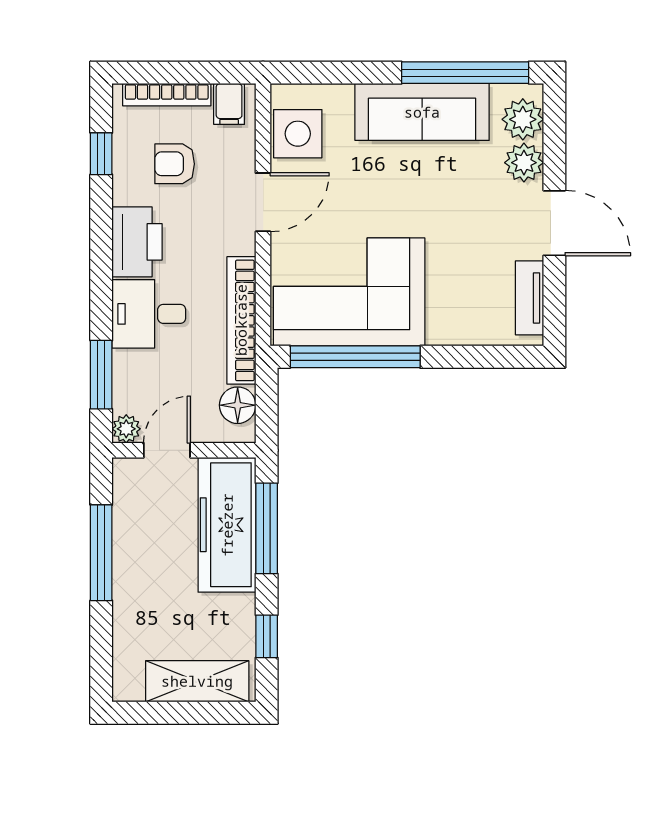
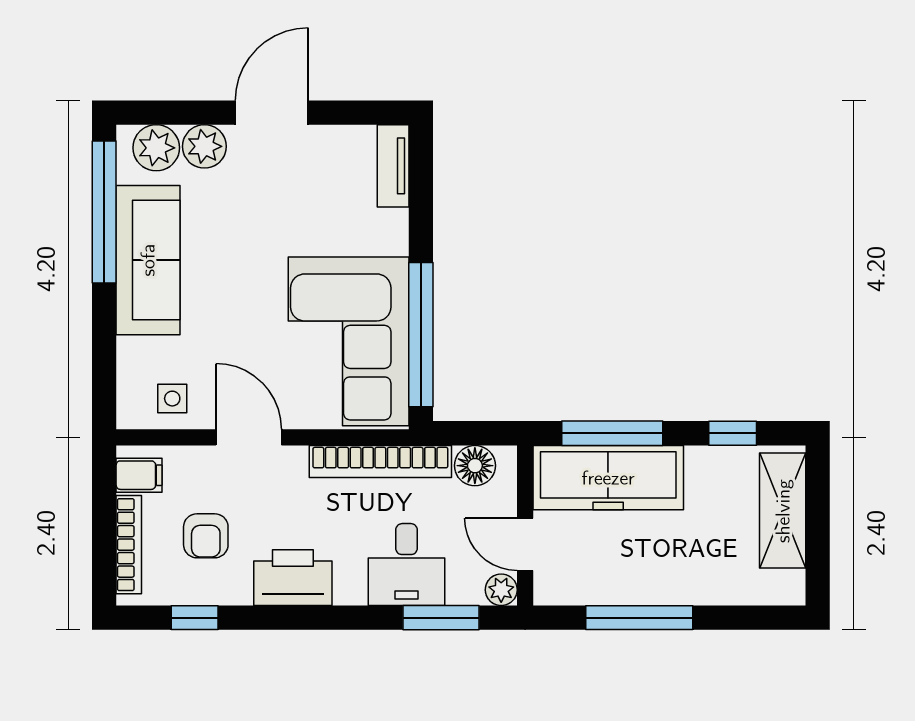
side table: (298, 134) -> (172, 399), width x0.54, depth x0.54
tv unit: (529, 298) -> (393, 166), moved, turned 90
desk: (149, 314) -> (407, 565), moved

